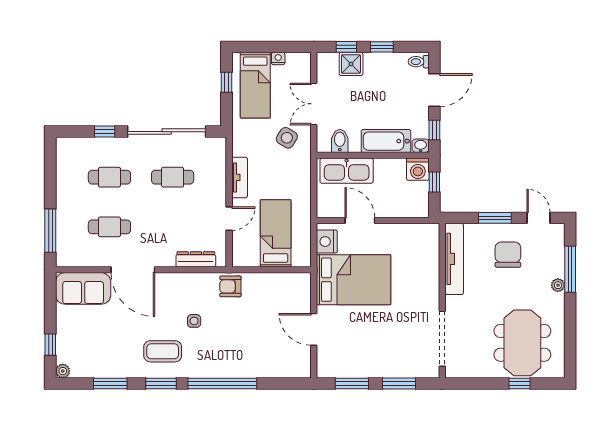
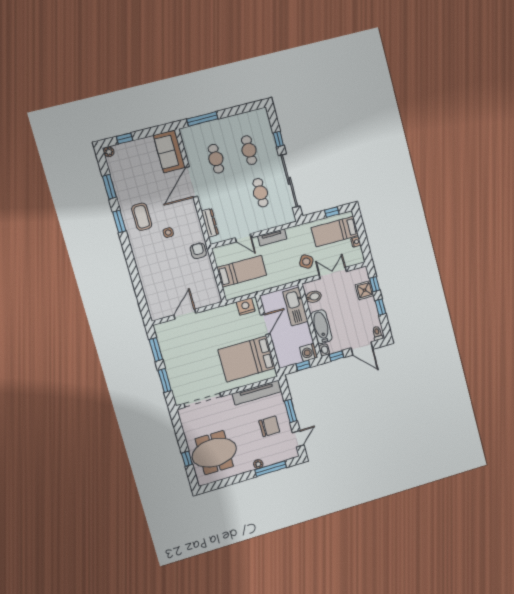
bed: (354, 280) -> (247, 359), moved, turned 90
window: (222, 383) -> (131, 263), removed

